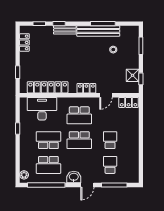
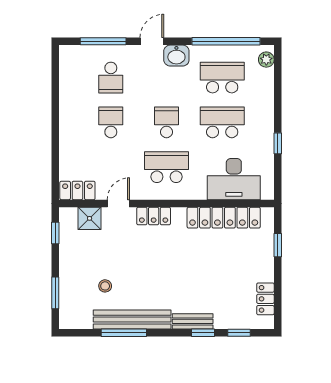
shower: (133, 75) -> (90, 218), moved
school desk: (48, 140) -> (222, 122), turned 180
school desk: (79, 140) -> (166, 122), width x0.54
school desk: (110, 140) -> (111, 122), turned 180

